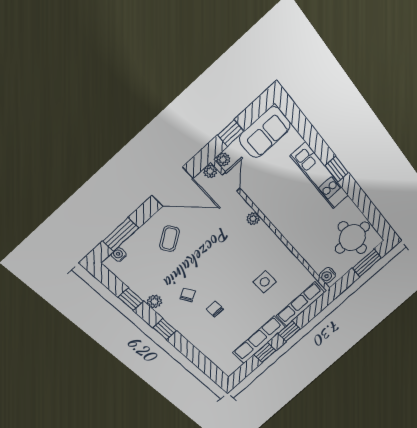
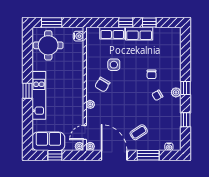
window: (231, 133) -> (55, 155), moved
window: (121, 234) -> (148, 155), moved
chair: (259, 251) -> (102, 85), added
plant: (154, 301) -> (176, 92), moved
row of seats: (301, 304) -> (112, 33), width x0.68
row of seats: (259, 340) -> (139, 34), width x0.68

